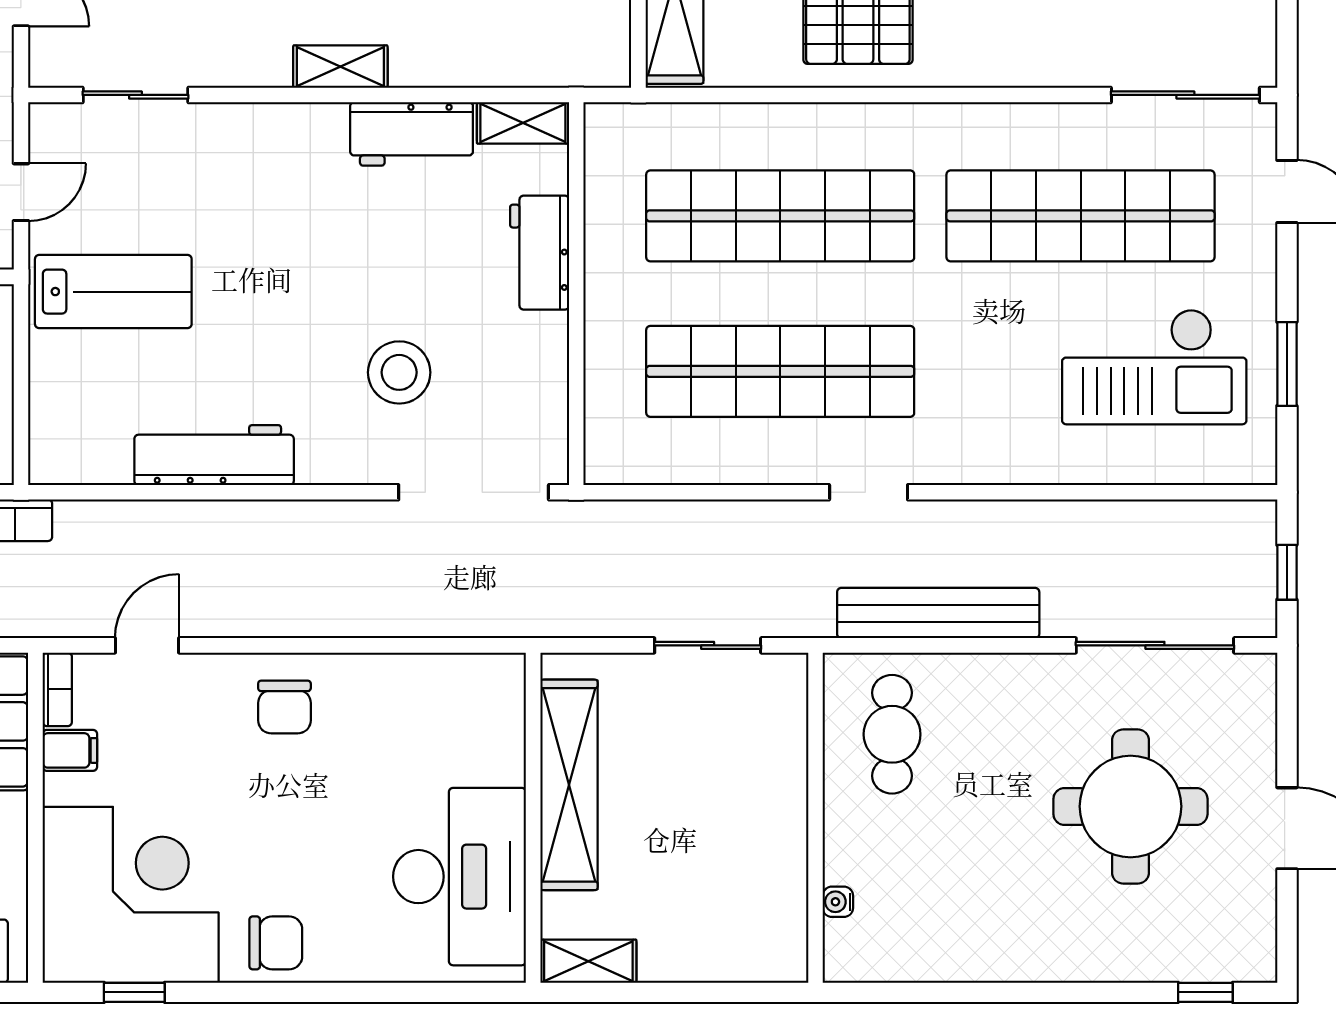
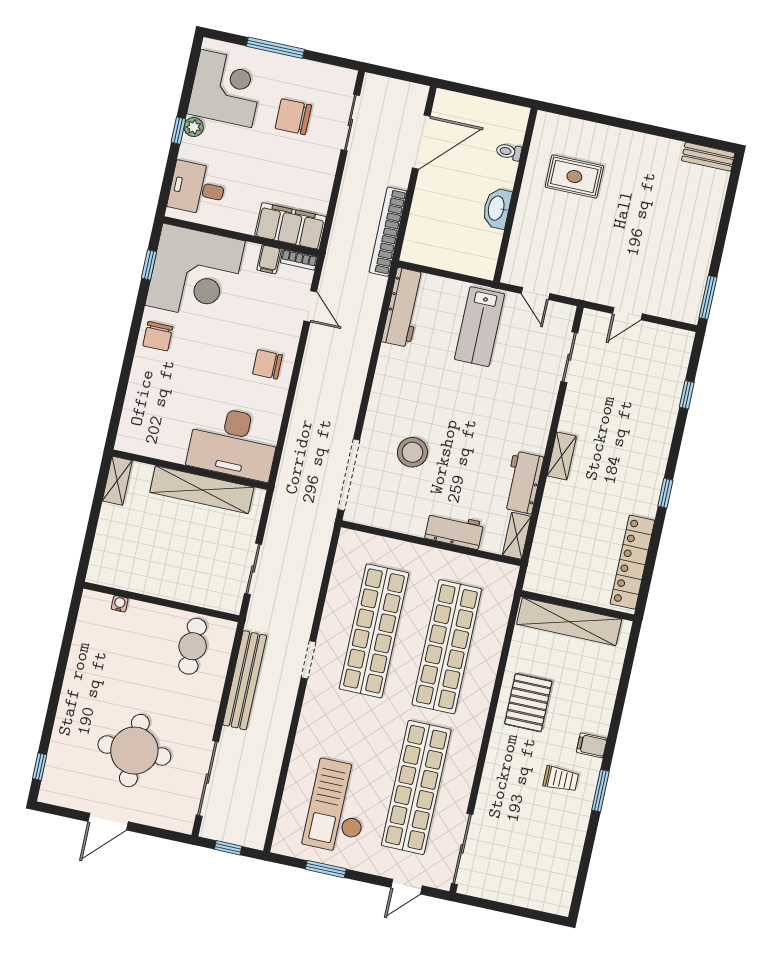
workbench: (214, 455) -> (403, 307), moved
cafe table: (892, 734) -> (193, 646), turned 90
desk: (460, 877) -> (233, 443), moved

